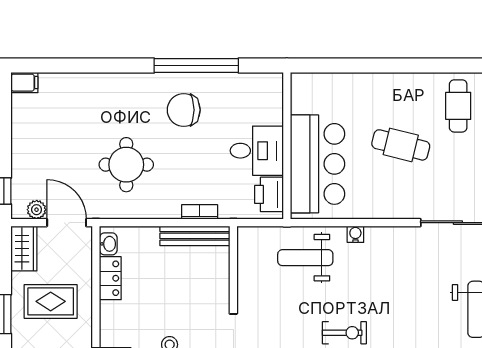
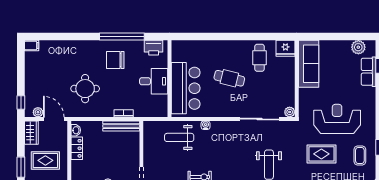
printer: (269, 194) -> (154, 48), moved, turned -90

